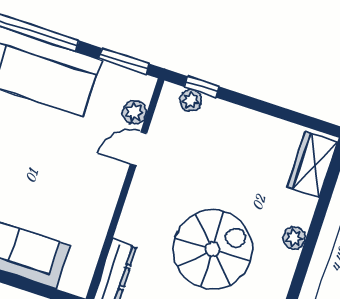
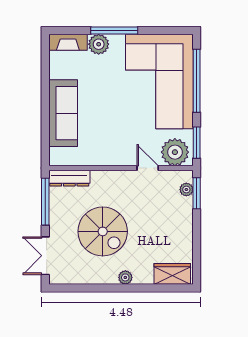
window: (201, 87) -> (197, 193), width x1.50
plant: (134, 112) -> (175, 152), width x1.88, depth x1.88

